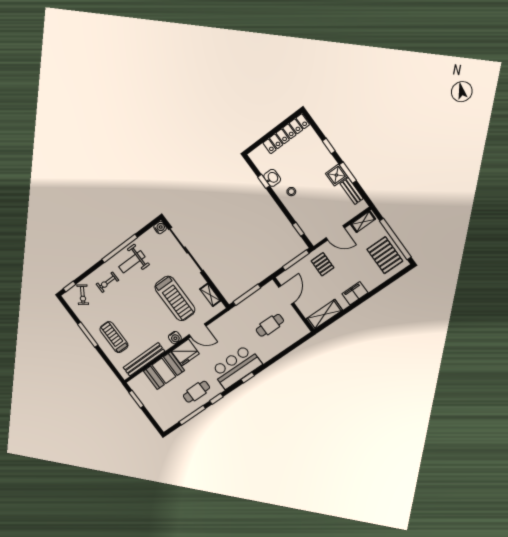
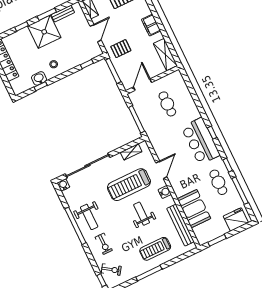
shower: (336, 175) -> (44, 32), width x1.86, depth x1.86
door: (286, 295) -> (142, 85), hinge flipped
treadmill: (175, 298) -> (129, 185), turned 180
weight bench: (147, 317) -> (142, 214), added
fridge: (185, 352) -> (236, 219), moved, turned -90

